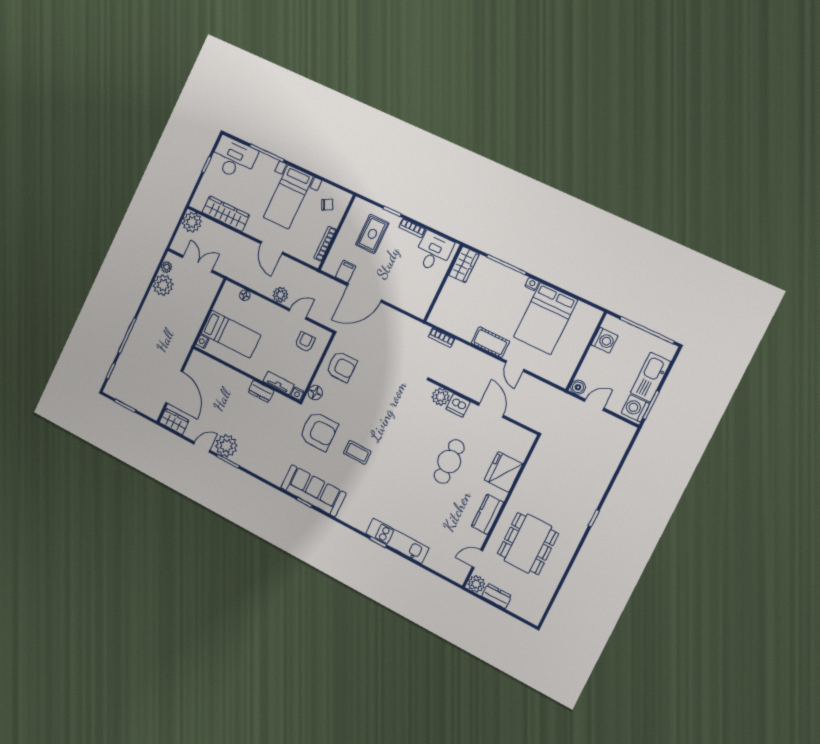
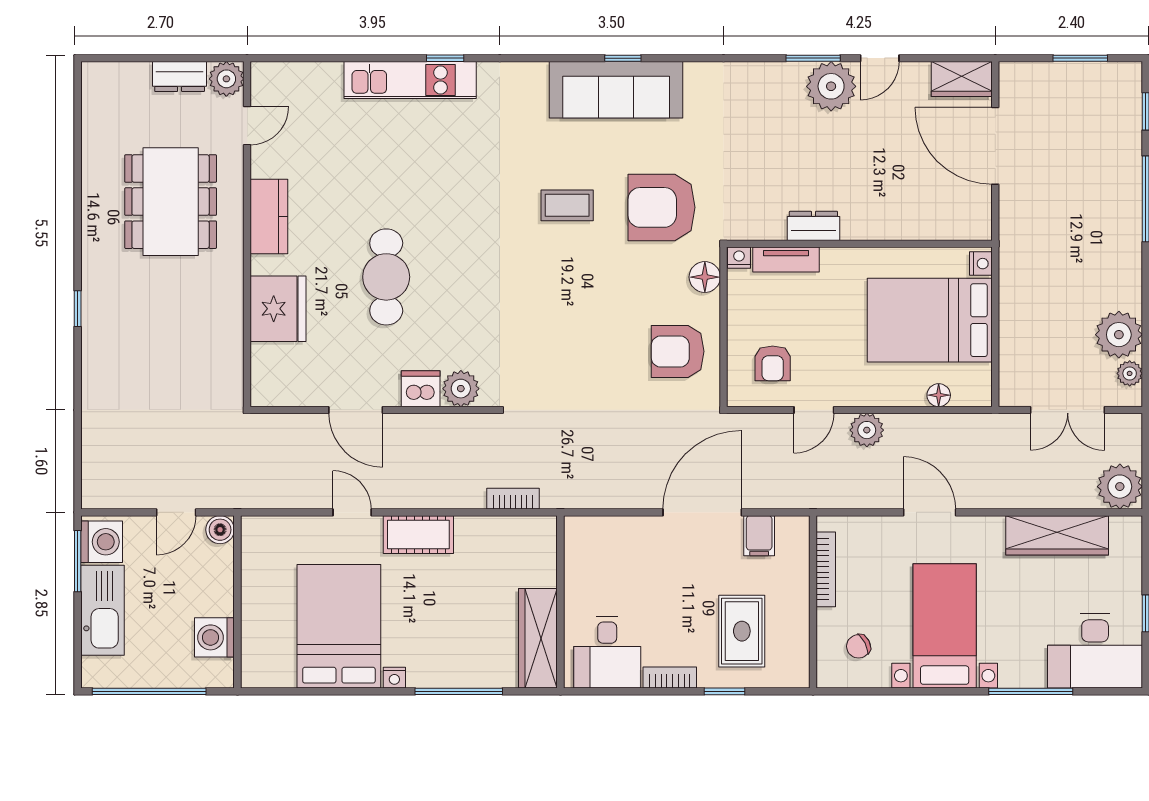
wardrobe: (464, 264) -> (538, 638), width x1.50
bed: (231, 334) -> (930, 320), width x1.50

